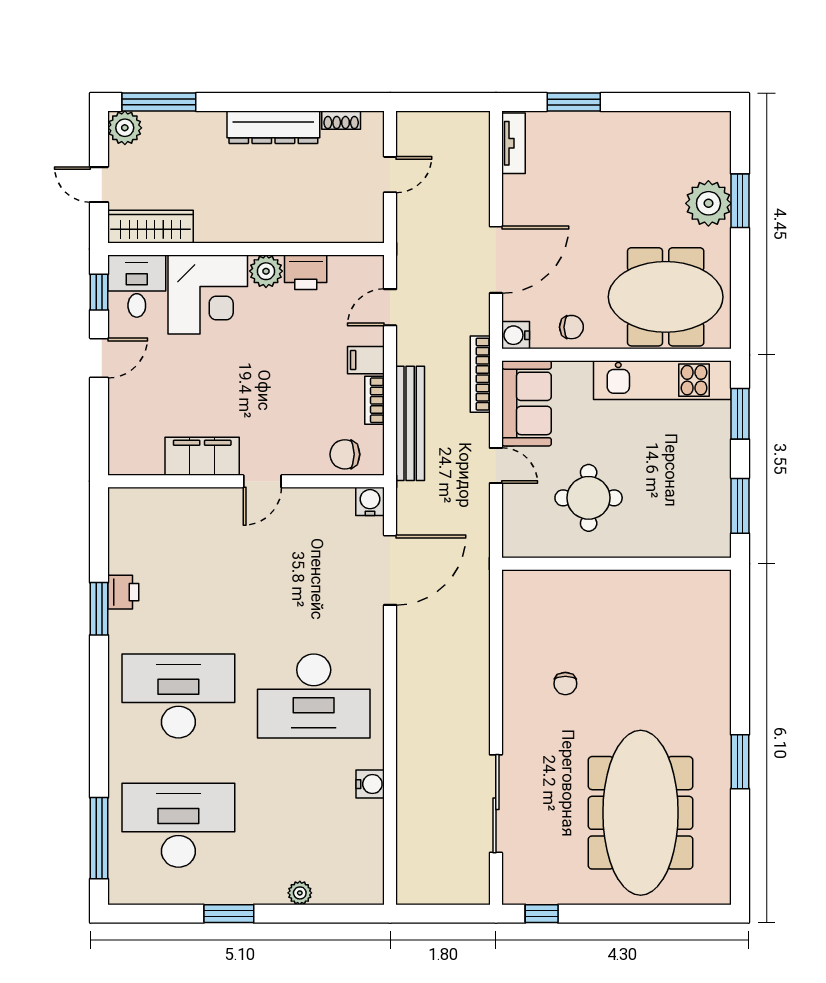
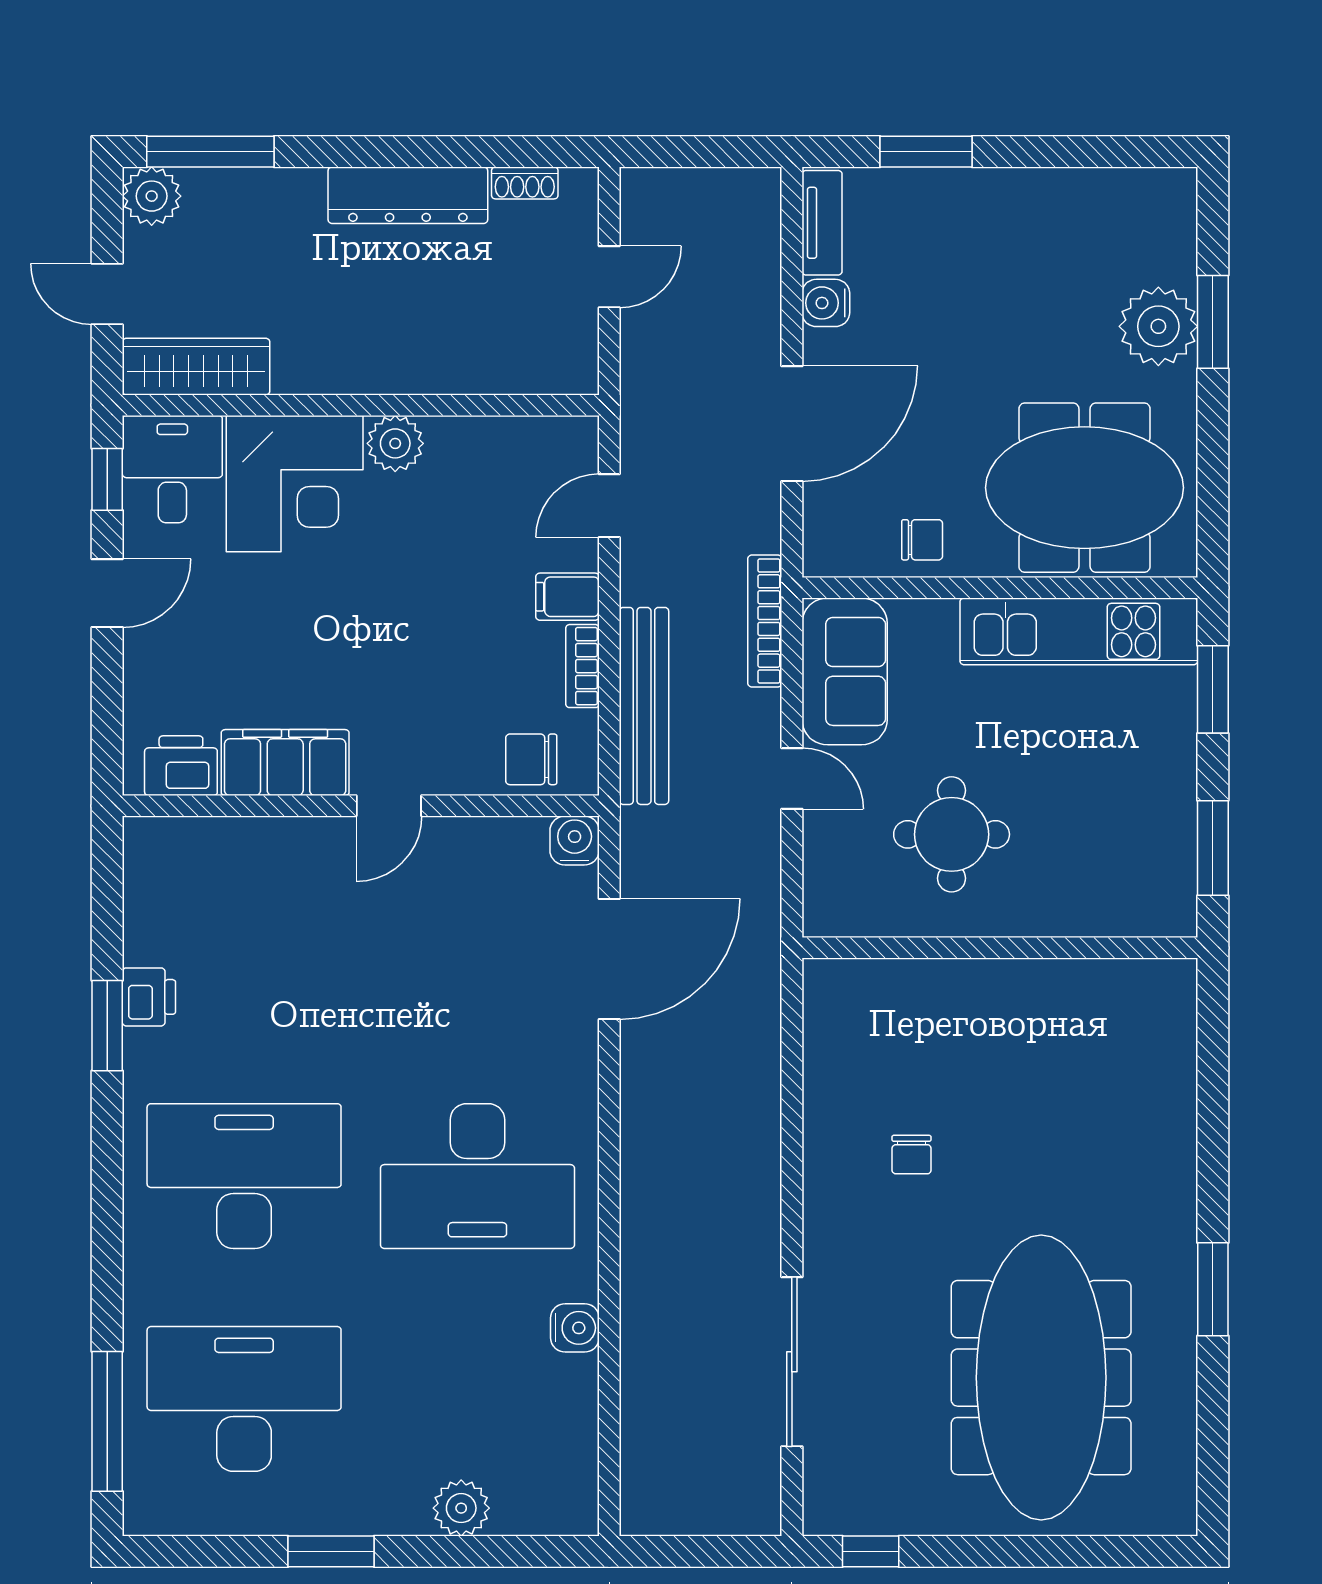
printer: (306, 272) -> (181, 766), moved, turned 180
water cooler: (516, 335) -> (826, 303), moved
plant: (300, 893) -> (461, 1508), width x1.38, depth x1.38

